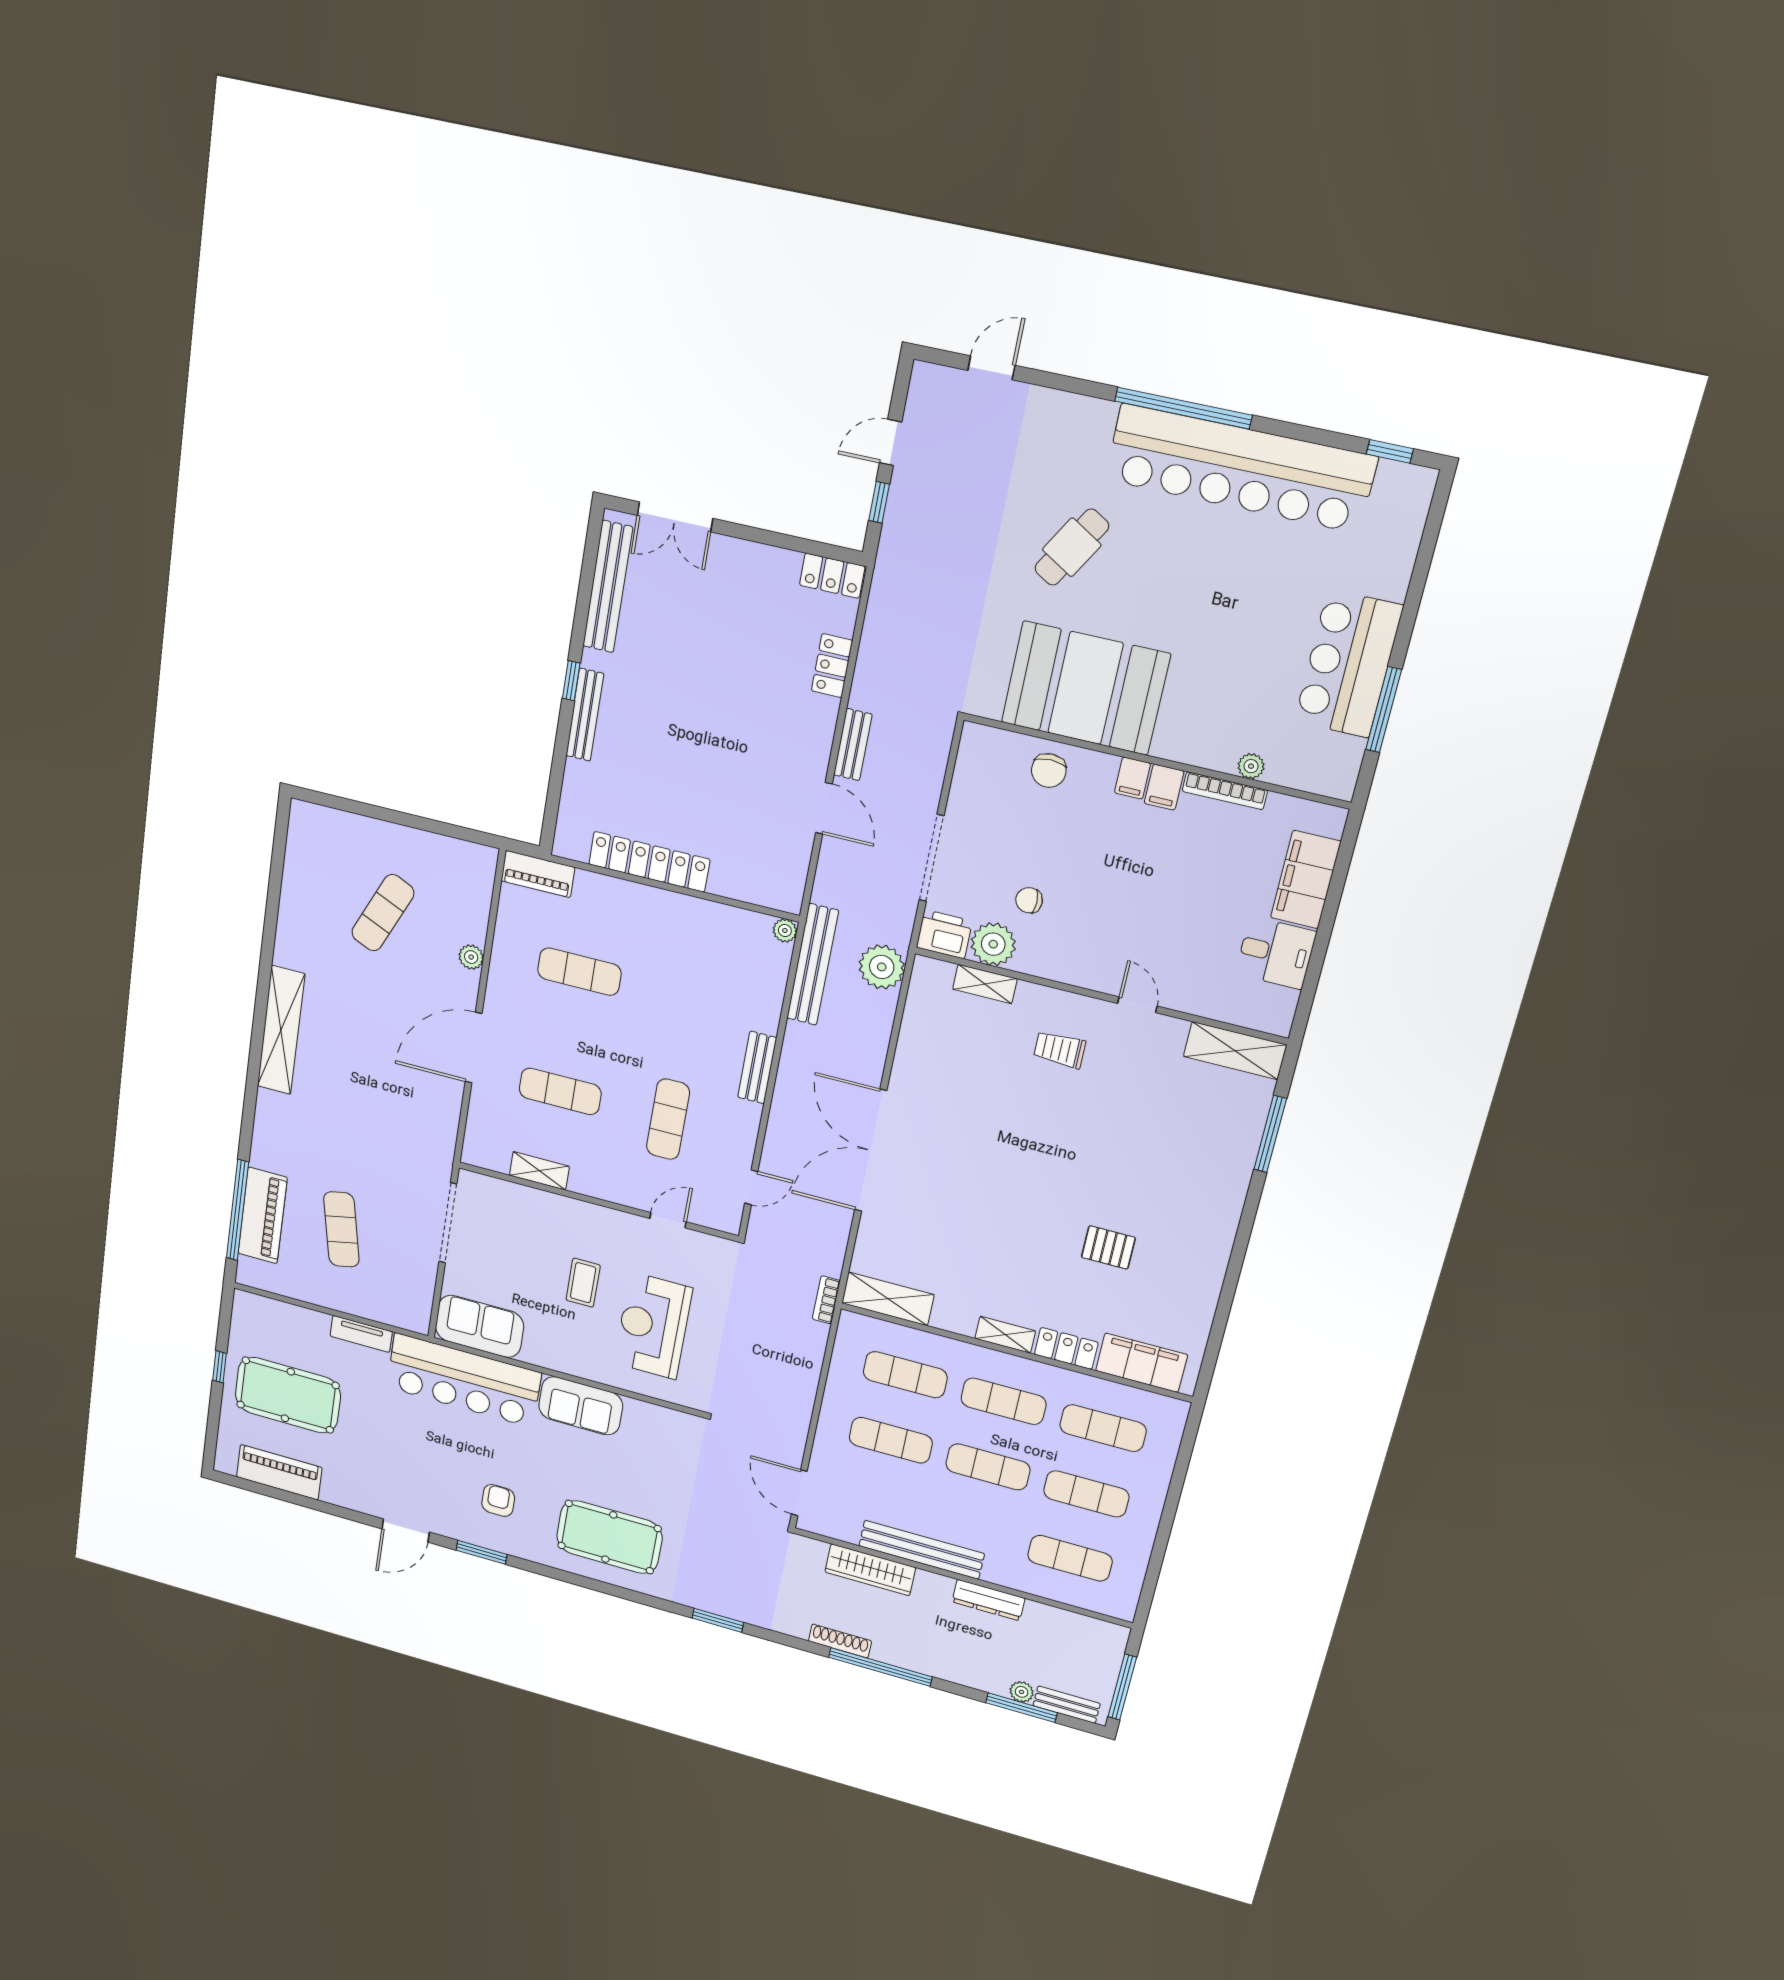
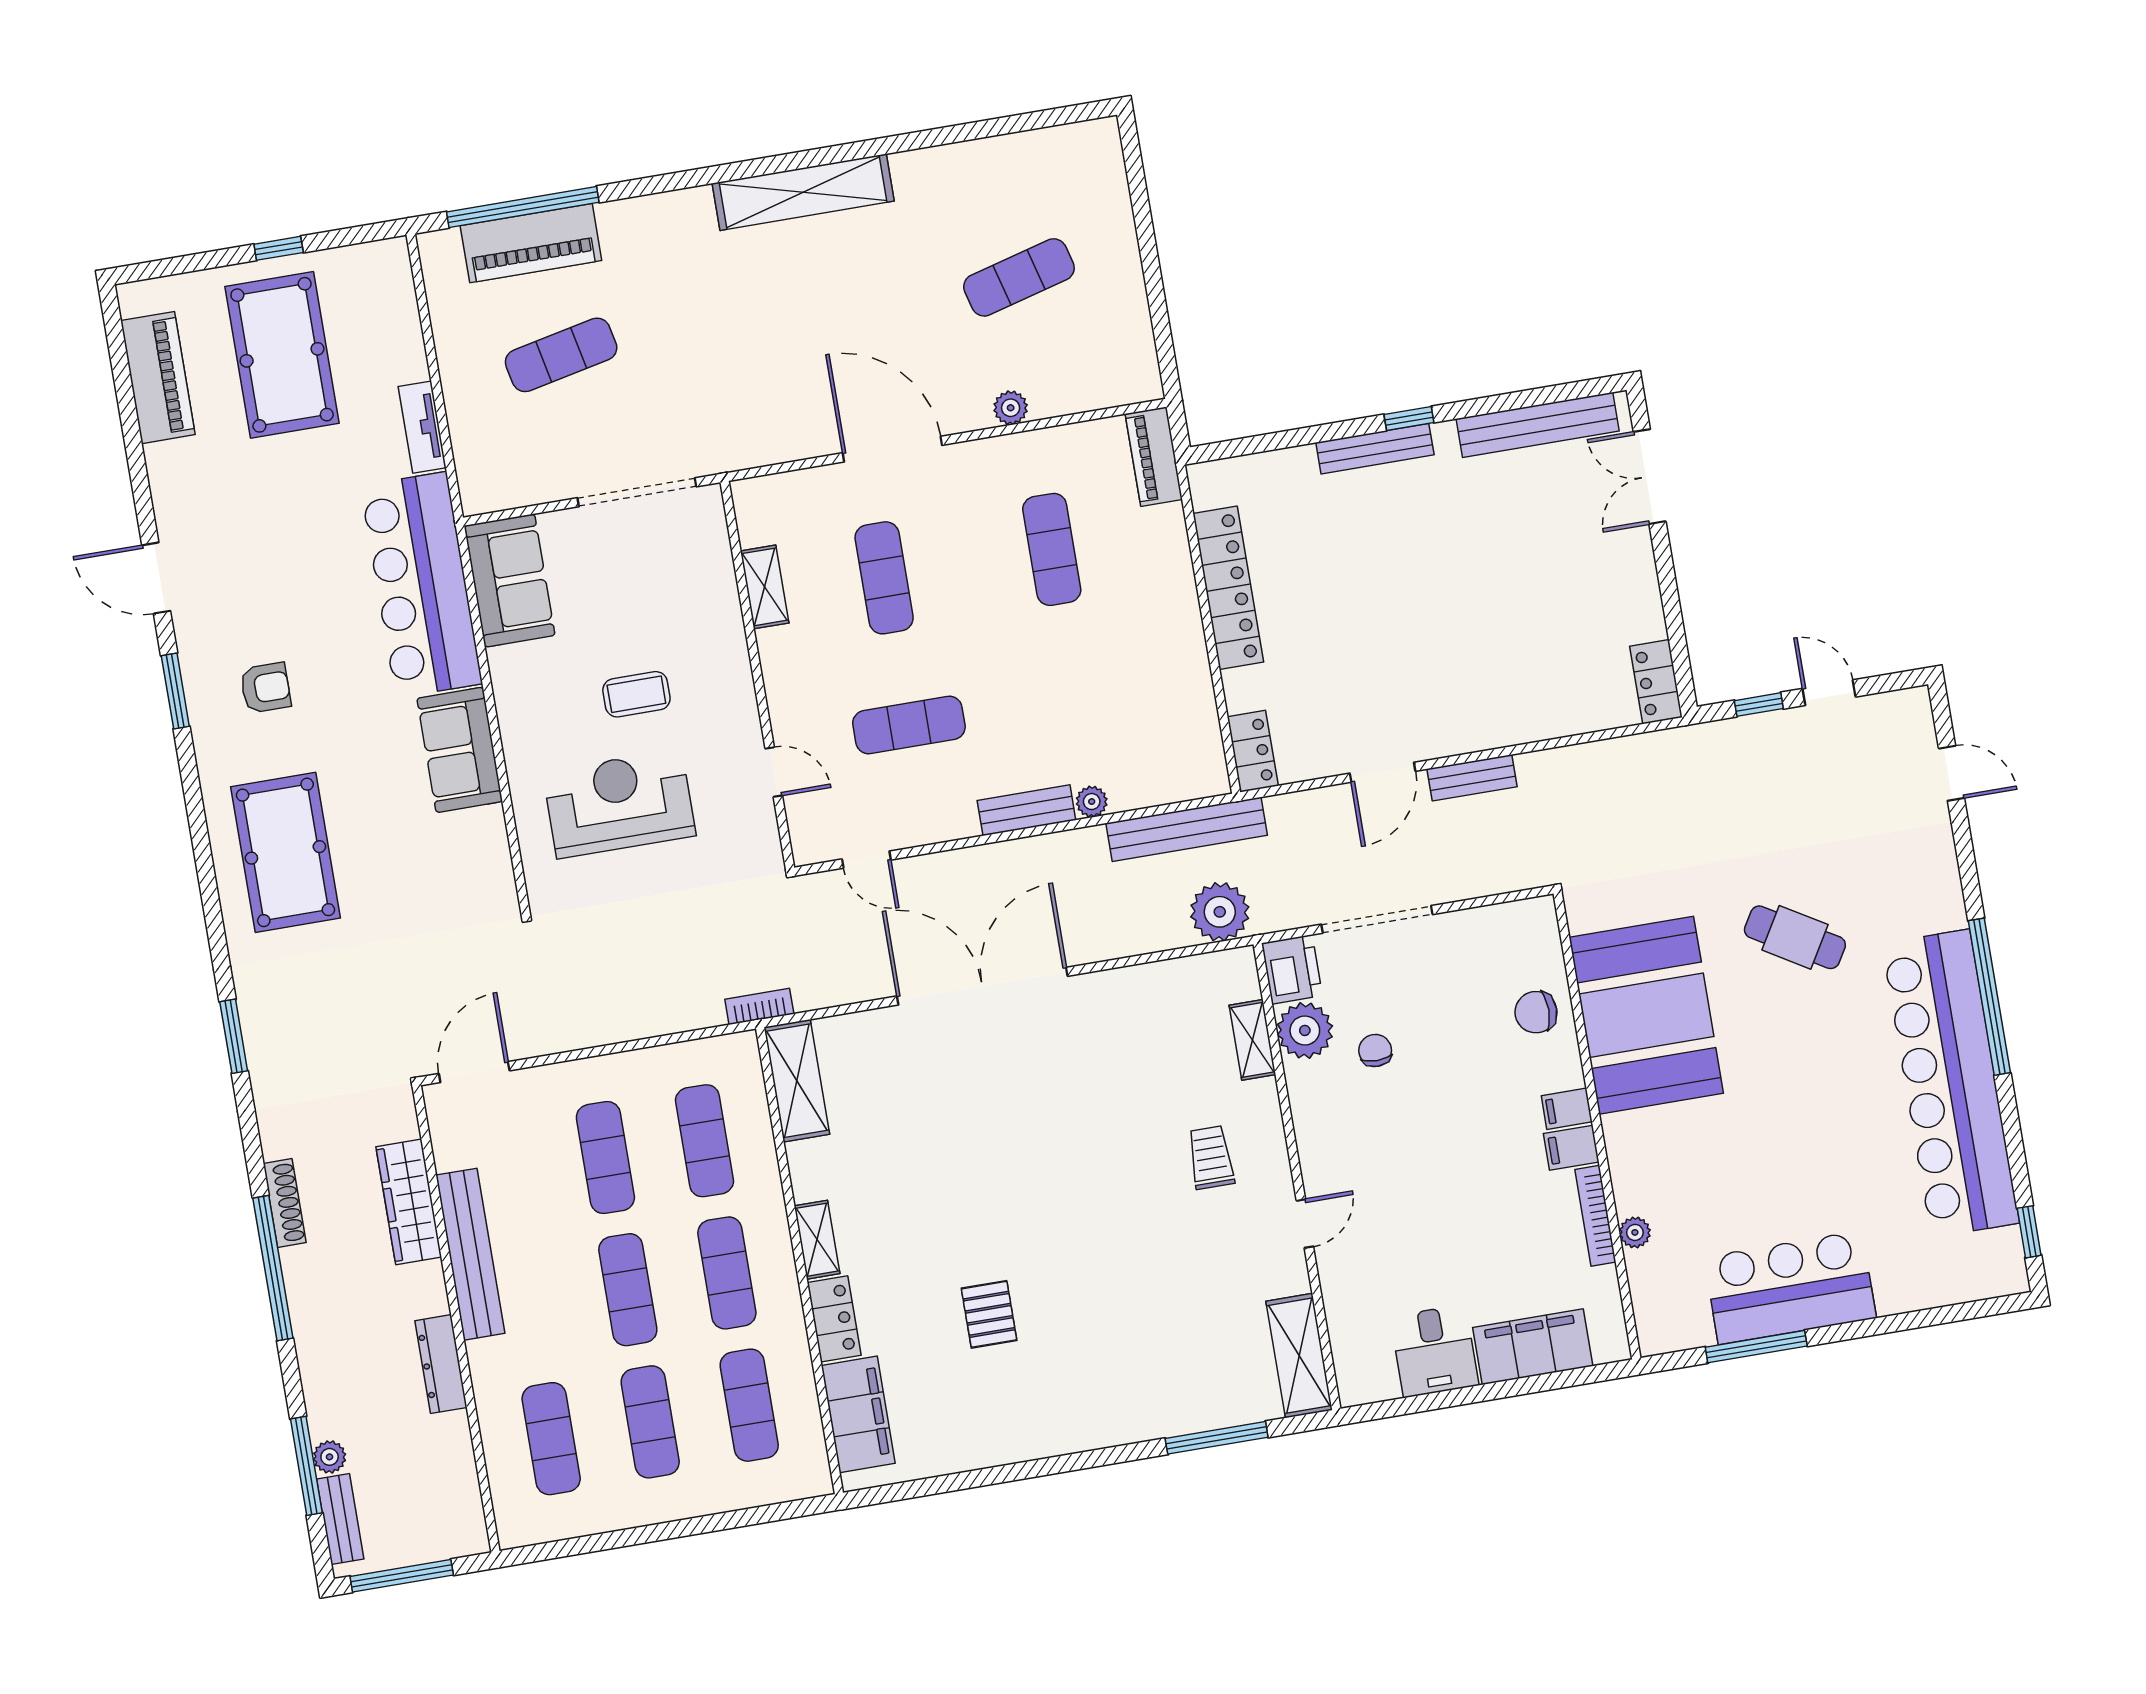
locker: (832, 666) -> (1253, 751), moved, turned 90
exercise mat: (383, 913) -> (1019, 277), turned -39
plant: (785, 931) -> (1092, 802), moved

